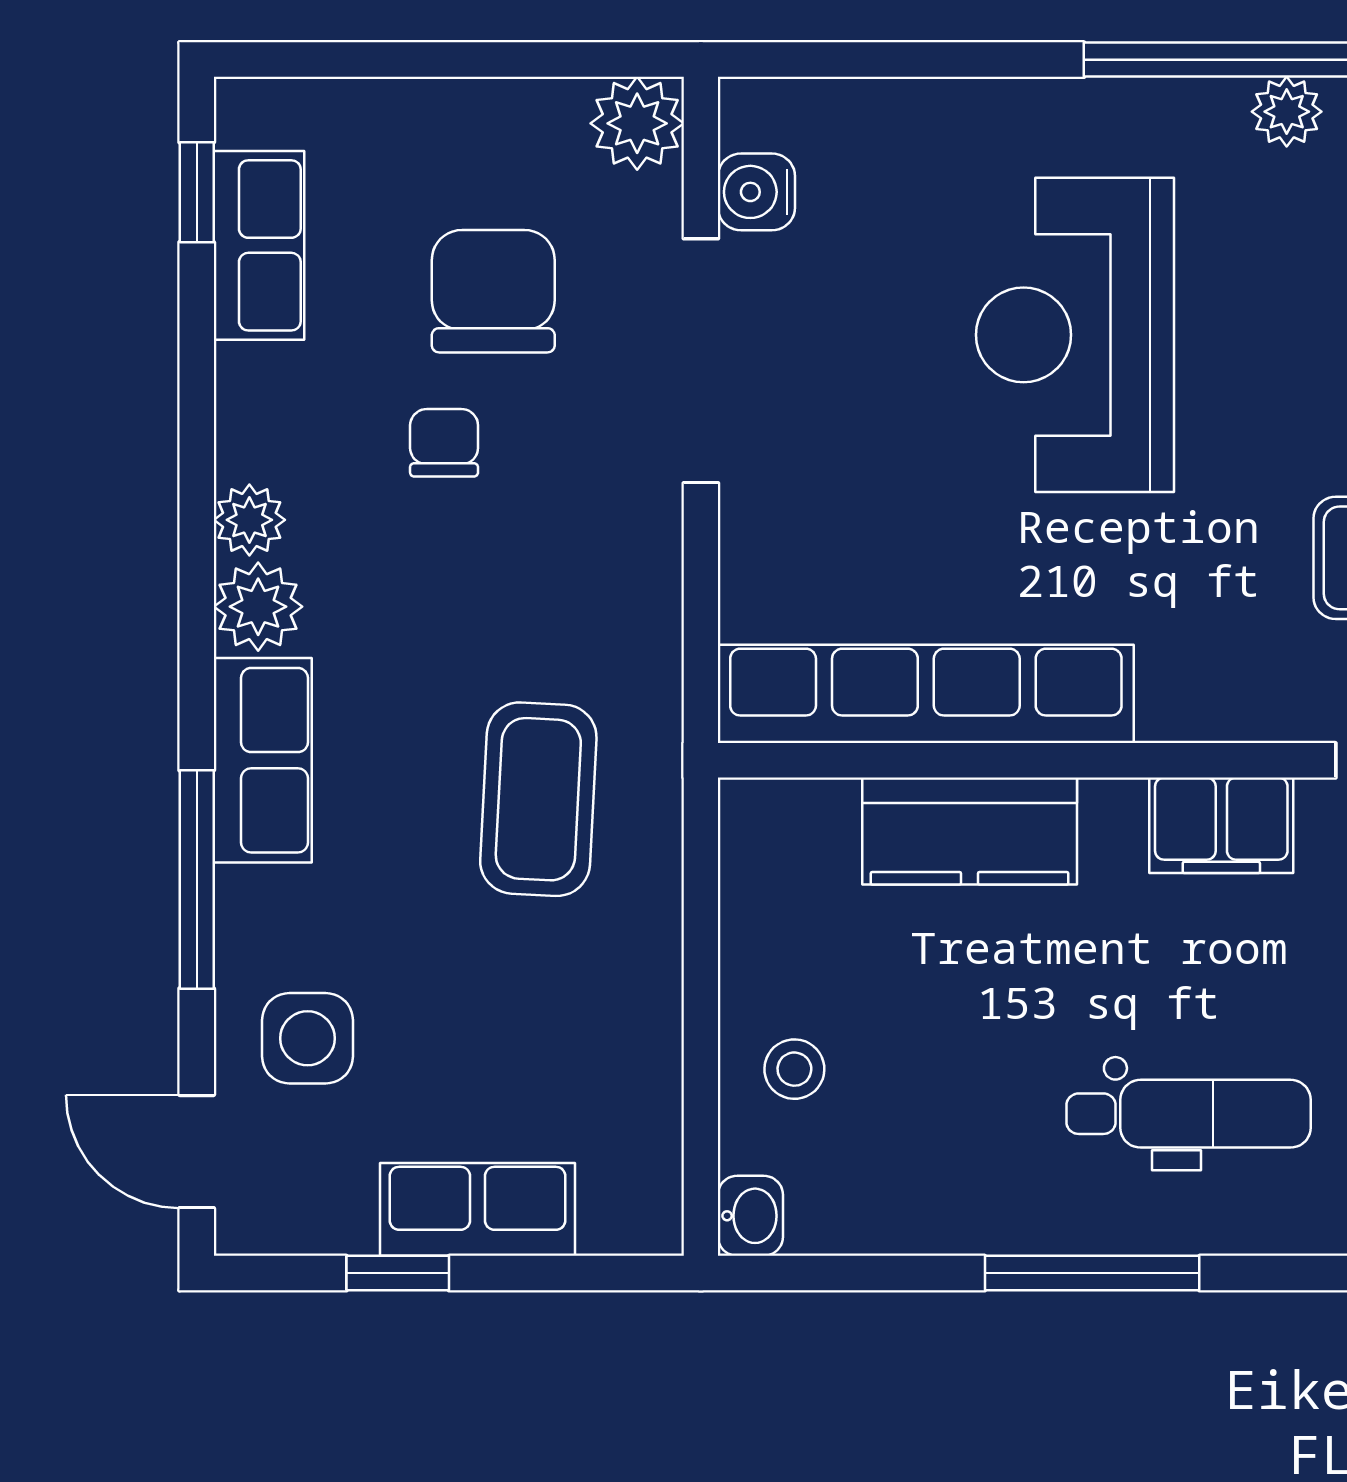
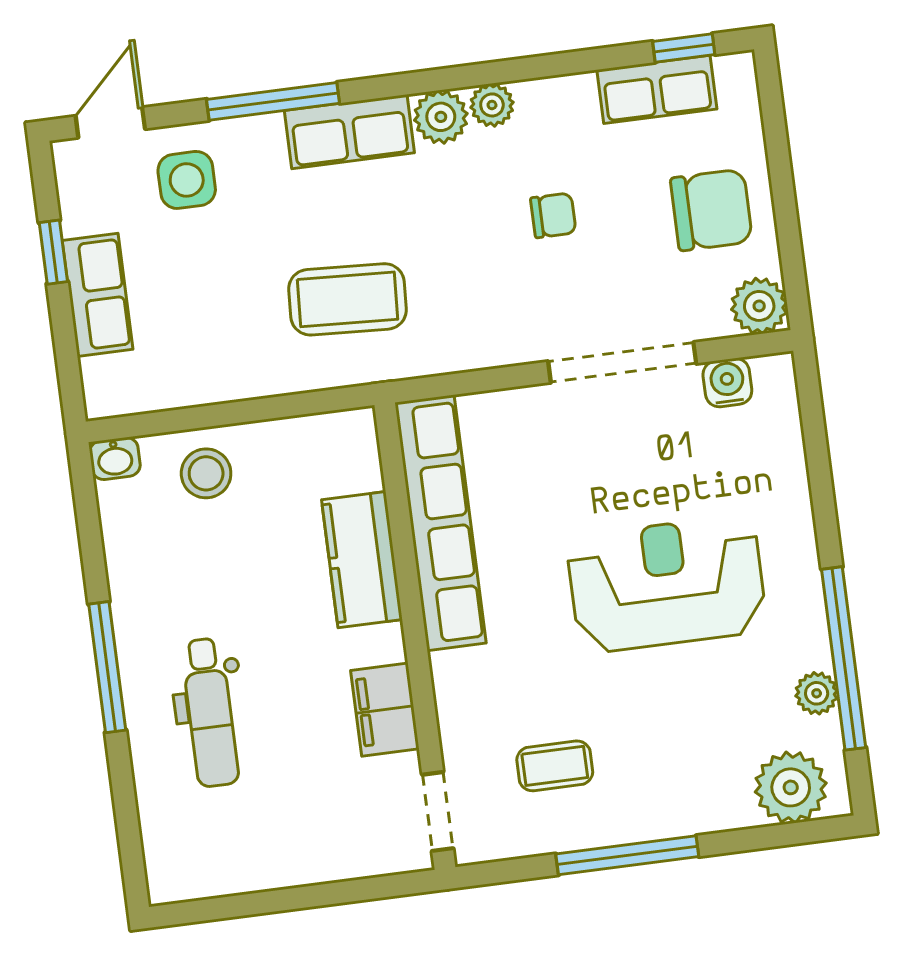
chair: (493, 291) -> (711, 210), moved
stool: (794, 1069) -> (206, 473), width x1.37, depth x1.37

